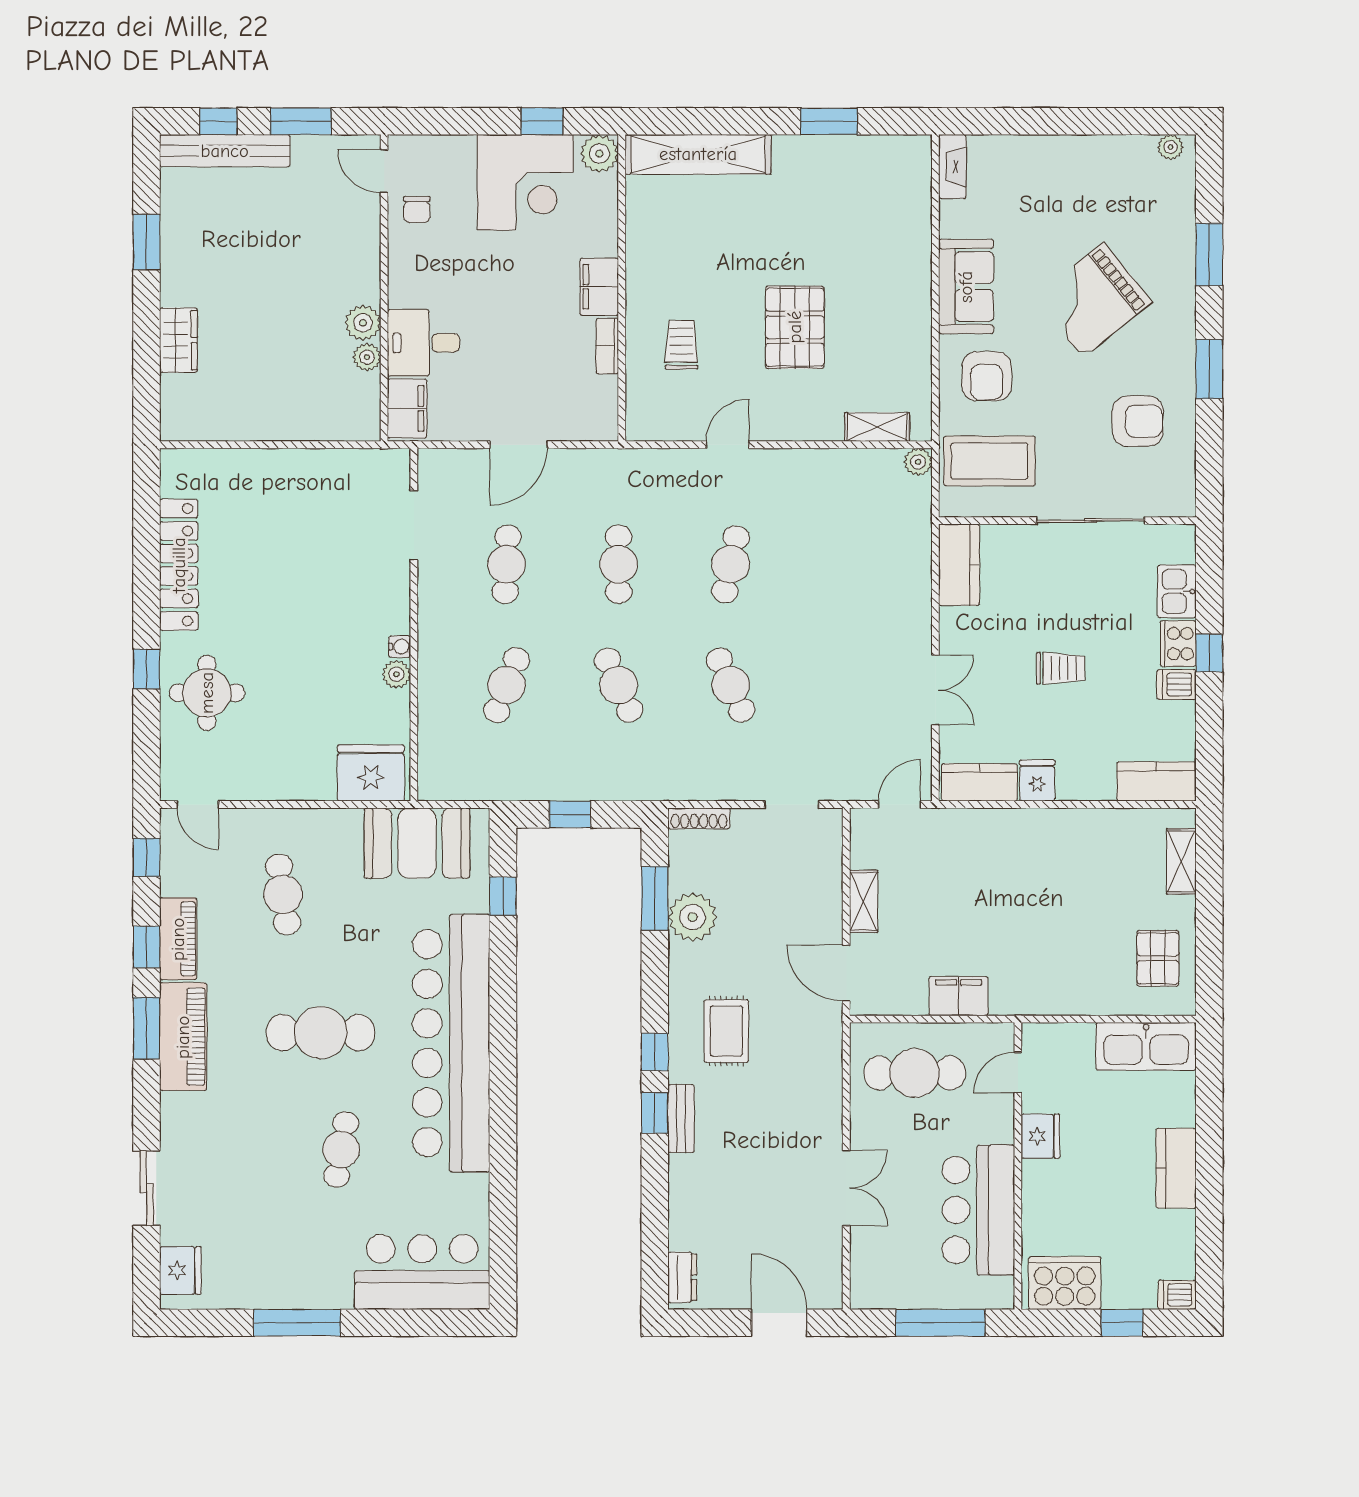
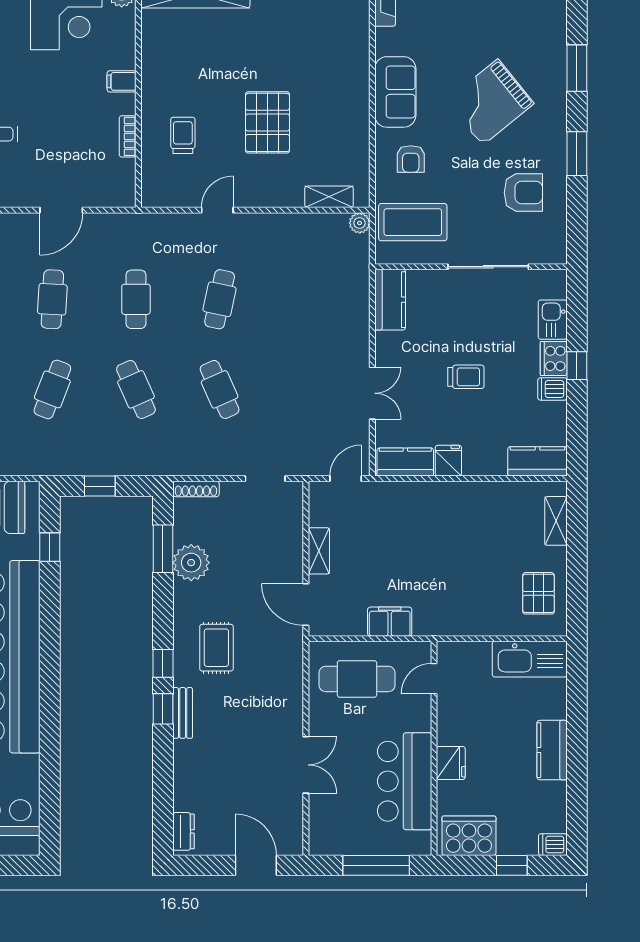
filing cabinet: (599, 287) -> (122, 81), width x0.50
armchair: (987, 376) -> (411, 159), width x0.72, depth x0.72
fridge: (1040, 1136) -> (451, 763), moved

